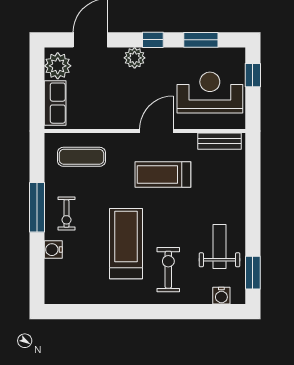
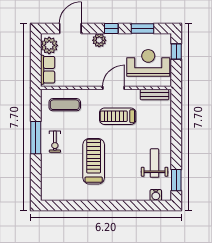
water cooler: (53, 250) -> (46, 165), removed
exercise bike: (168, 270) -> (121, 178), removed

